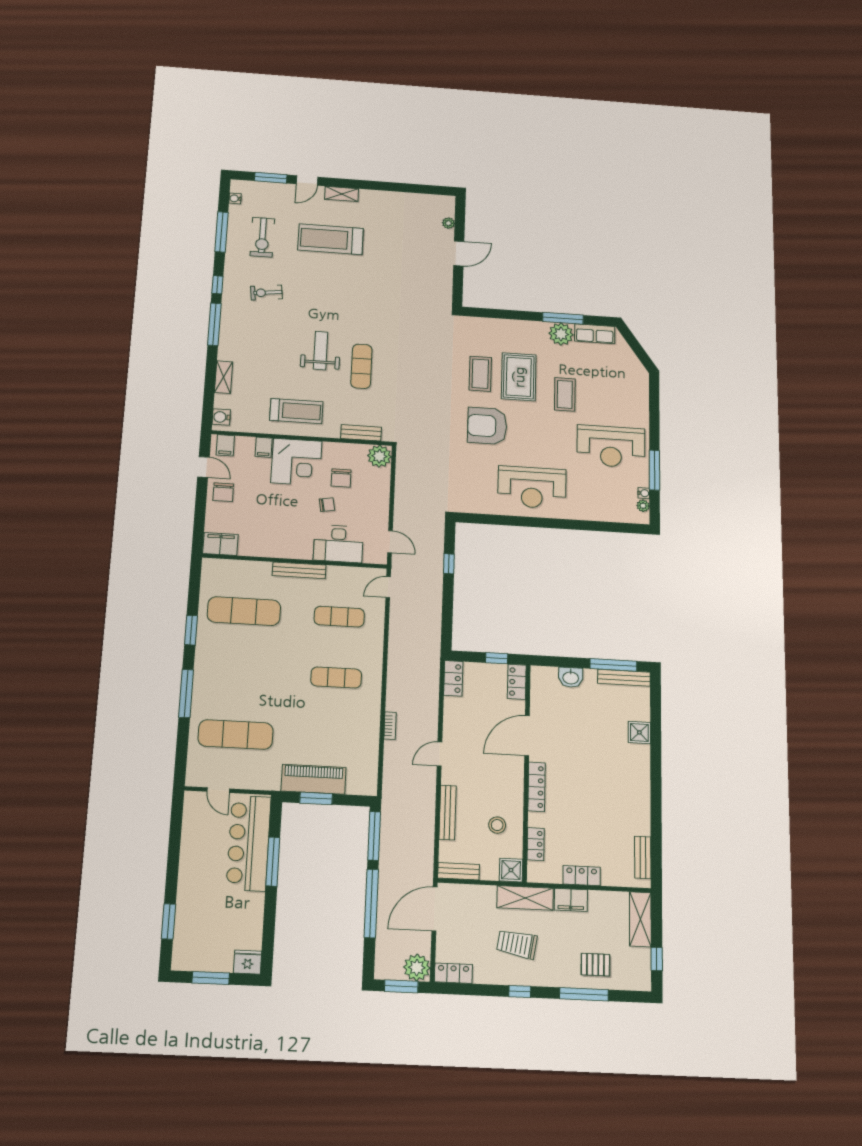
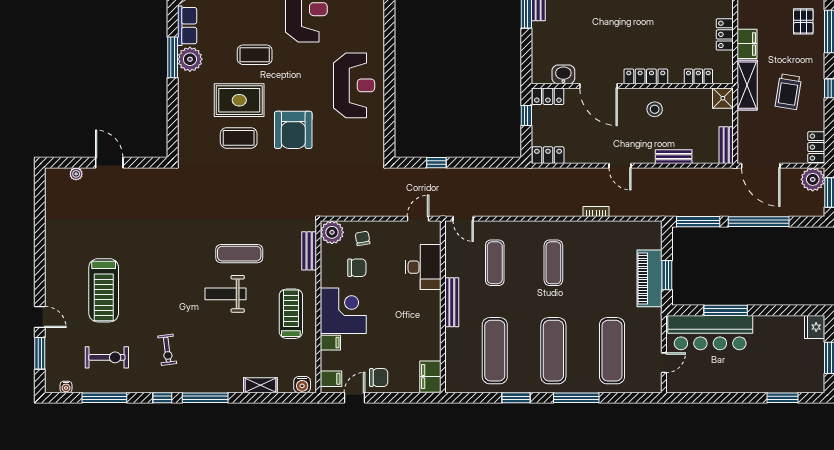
shelving: (342, 194) -> (52, 282), removed
chair: (327, 505) -> (363, 238), moved
exercise mat: (240, 672) -> (553, 351), added
washbasin: (571, 677) -> (563, 74), moved, turned -90
bench: (448, 813) -> (674, 157), width x0.73
stool: (497, 825) -> (655, 109), moved

